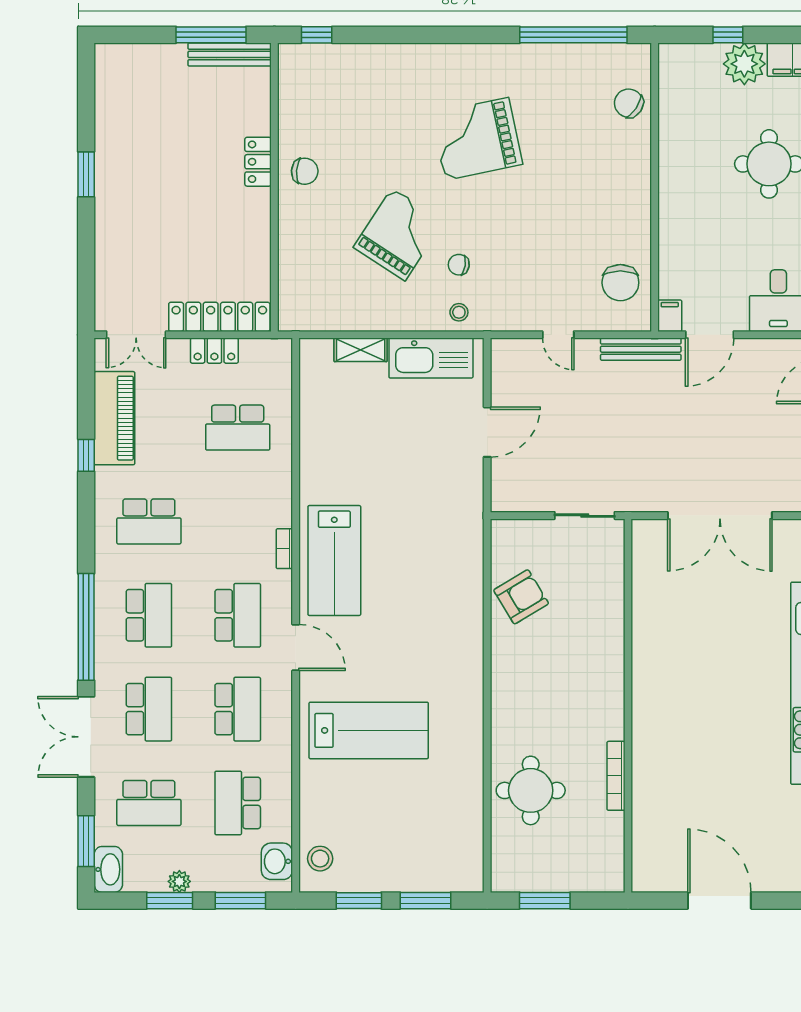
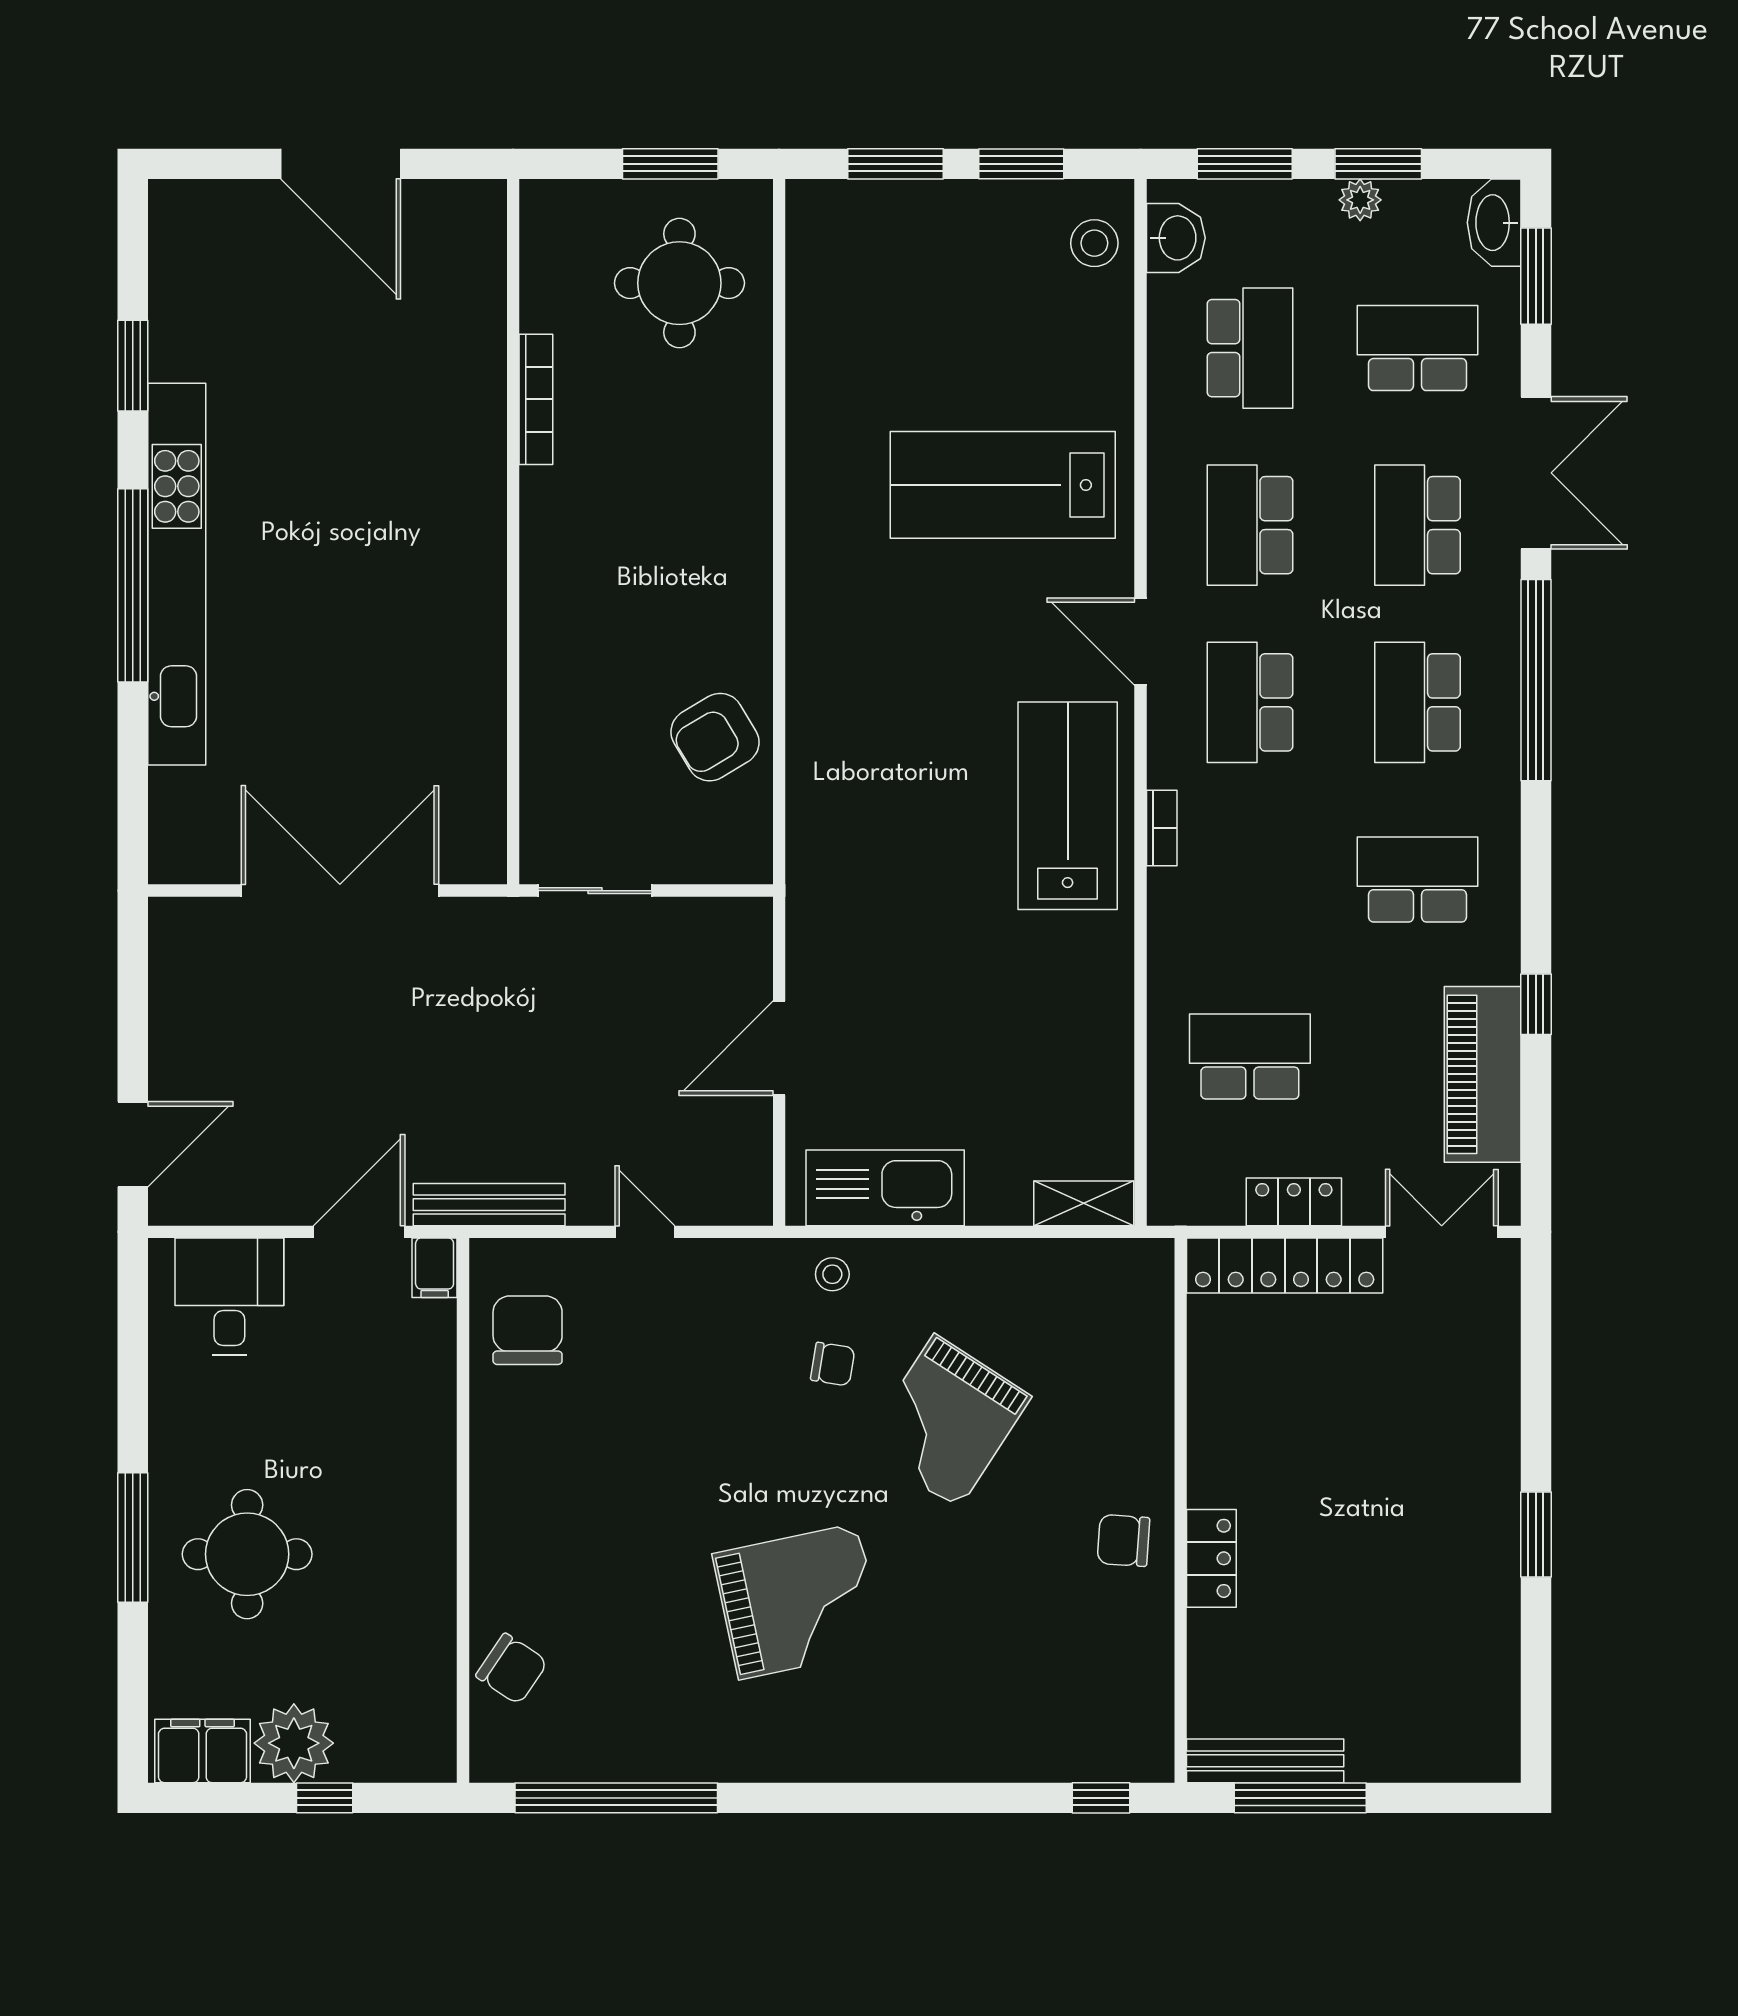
shelving: (361, 350) -> (1084, 1203), moved
round table: (531, 790) -> (679, 283), moved

